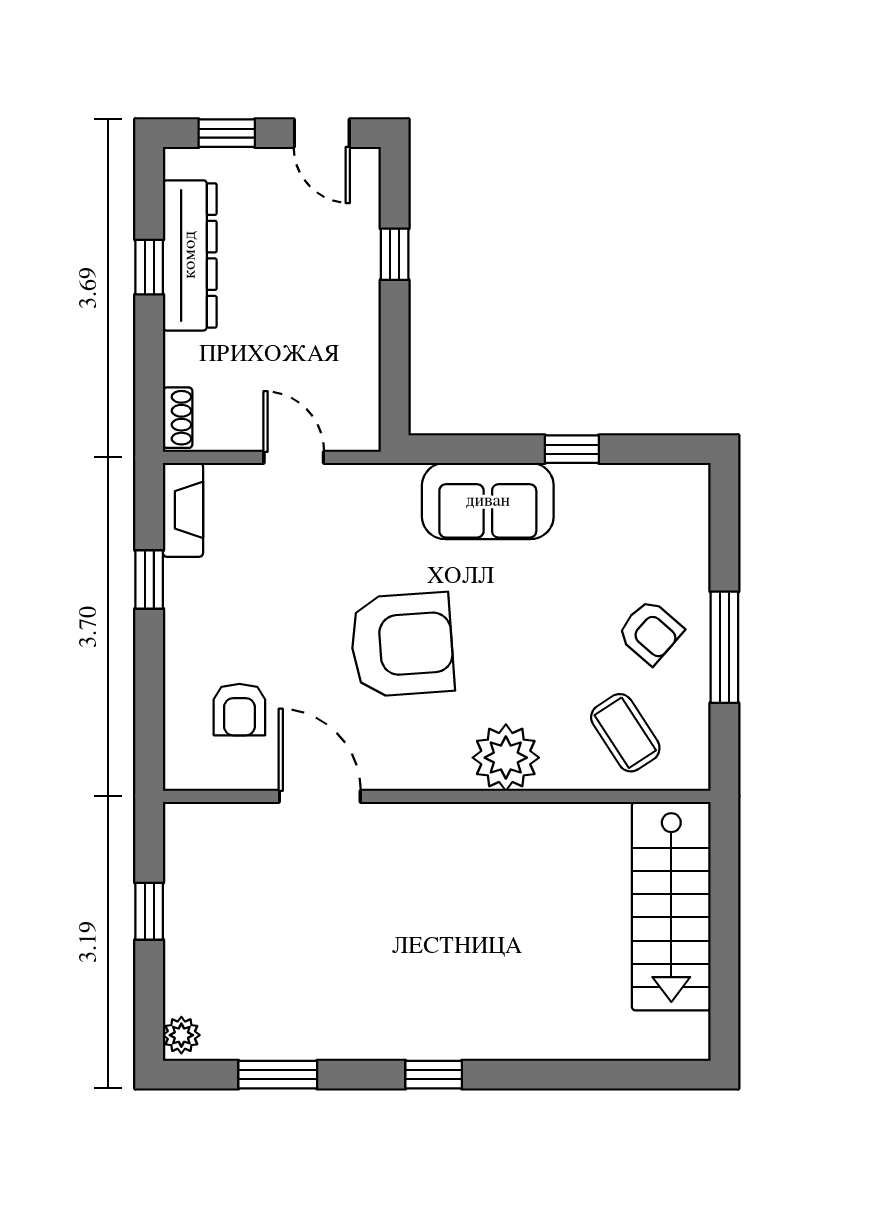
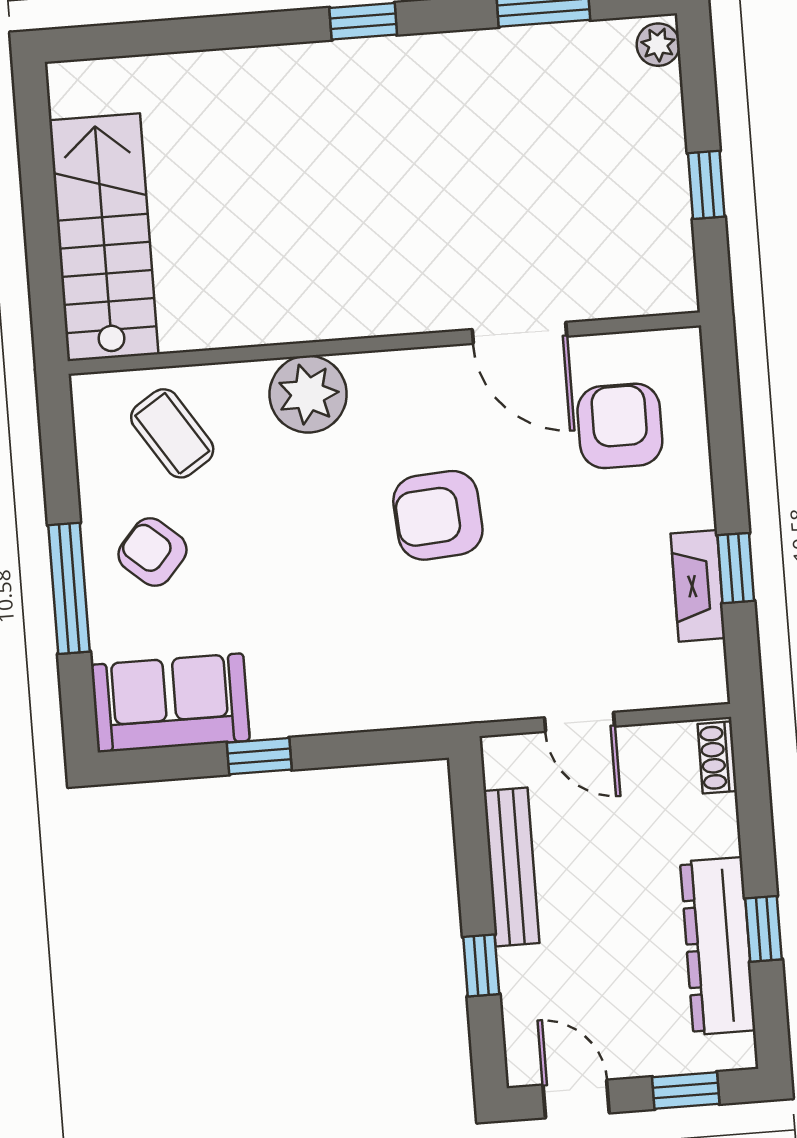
bench: (362, 337) -> (511, 867), added
sofa: (488, 501) -> (170, 703), moved
fireplace: (183, 510) -> (698, 586), moved
armchair: (402, 645) -> (438, 515), width x0.73, depth x0.73
window: (724, 647) -> (69, 588), moved
armchair: (239, 710) -> (620, 426), width x1.38, depth x1.38

